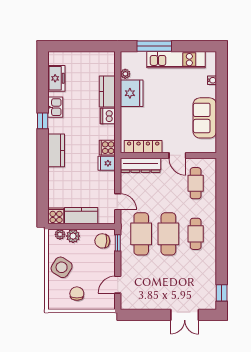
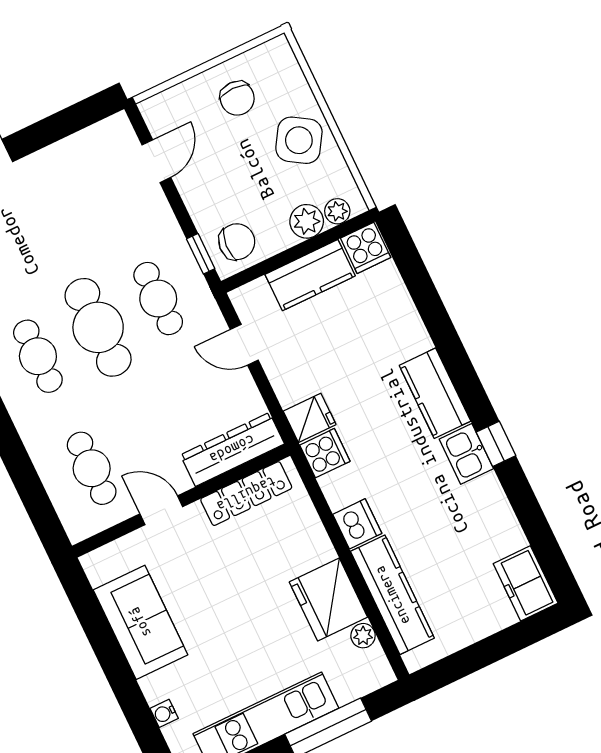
freezer: (56, 78) -> (526, 583), moved
kitchen counter: (107, 91) -> (392, 595), width x1.50
kitchen sink: (55, 107) -> (466, 454), moved
cafe table: (141, 234) -> (158, 299), width x0.73, depth x0.74

